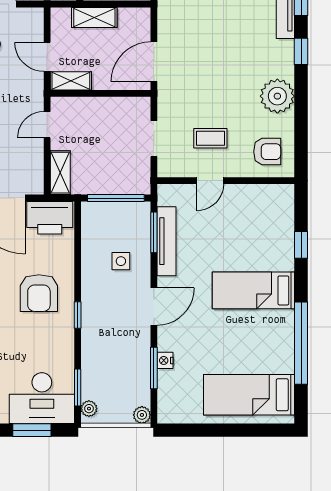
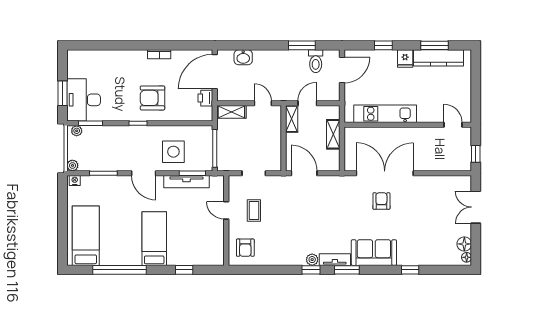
plant: (277, 96) -> (312, 260), moved, width x0.53, depth x0.53
printer: (50, 218) -> (205, 98), width x0.53, depth x0.68
side table: (121, 261) -> (173, 152), width x1.87, depth x1.87
nightstand: (165, 360) -> (75, 181), moved

